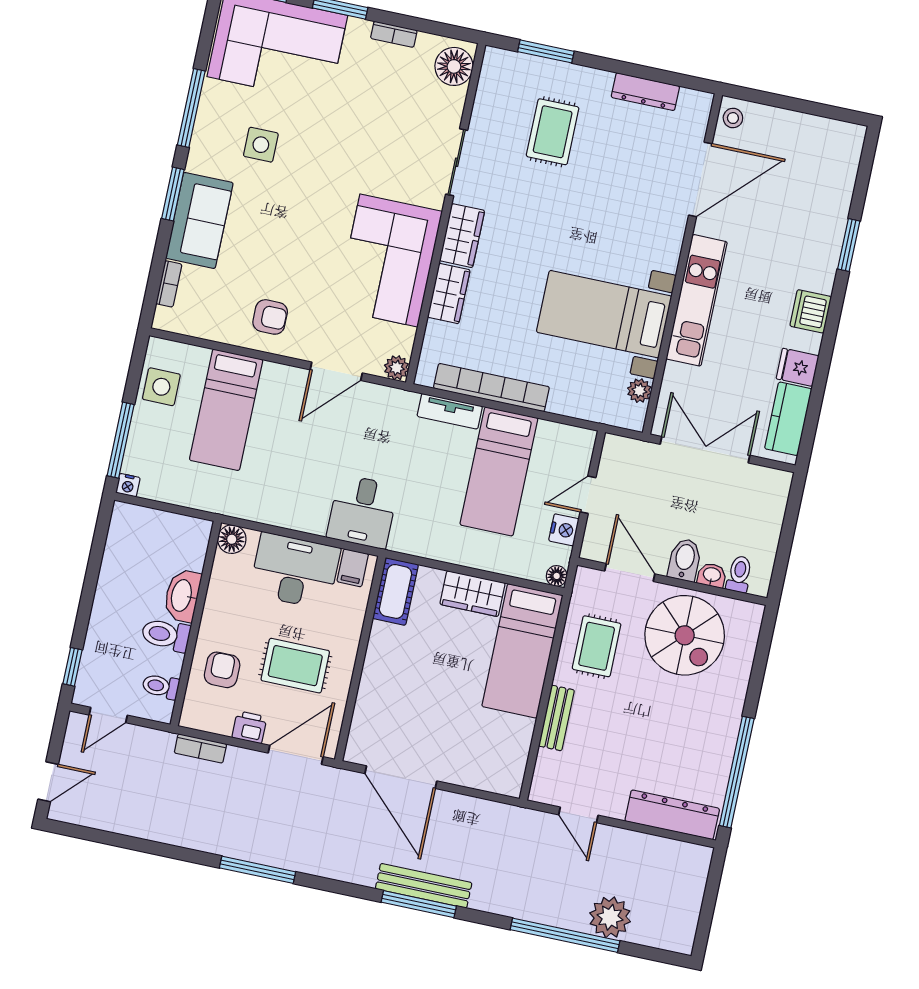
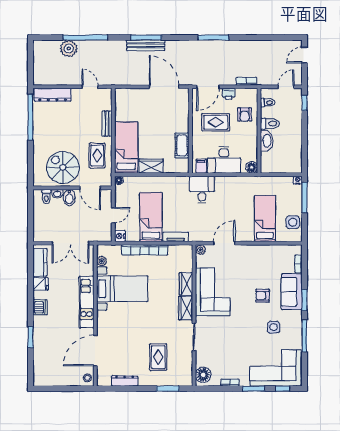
armchair: (270, 317) -> (263, 296), moved
bookcase: (491, 388) -> (145, 250), moved
nightstand: (564, 530) -> (120, 236), moved
cot: (395, 591) -> (182, 145), moved

